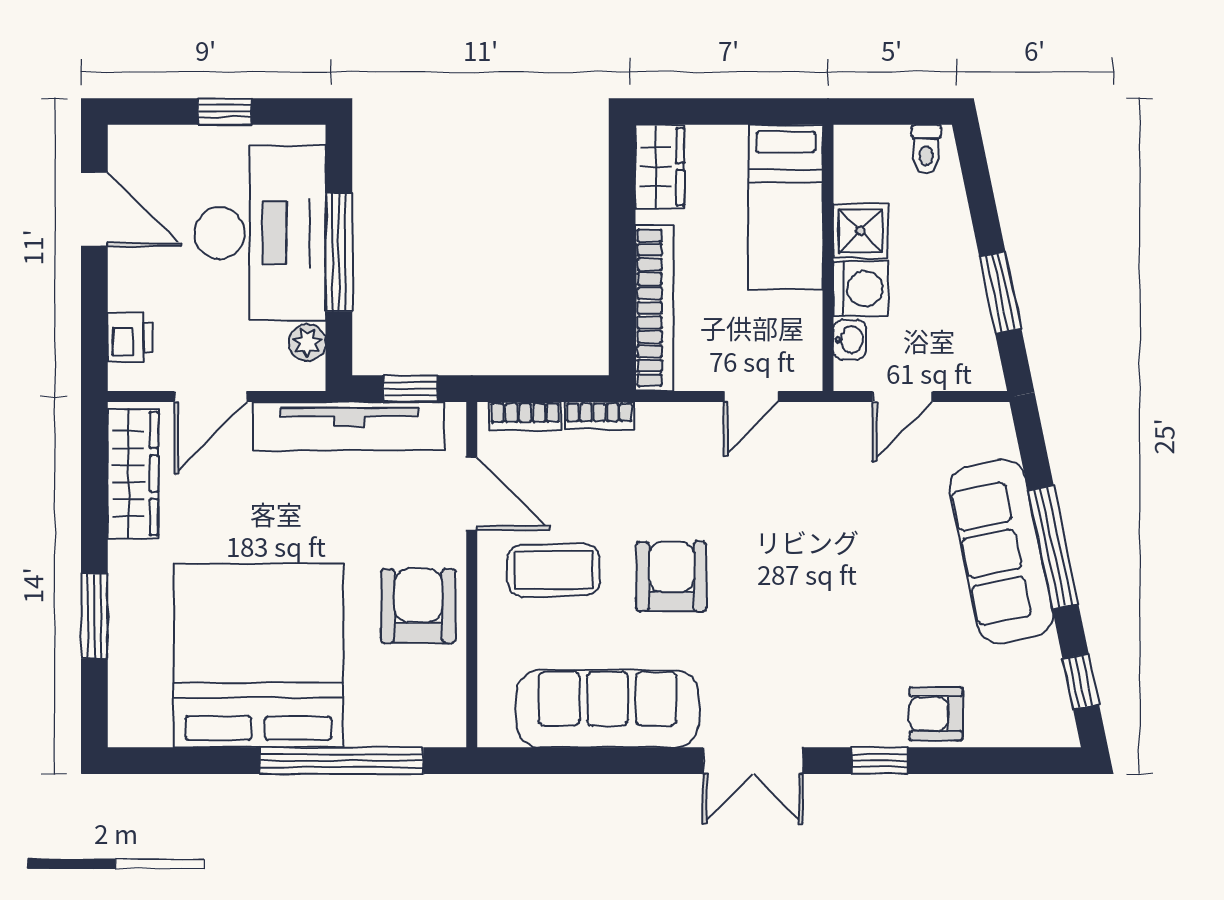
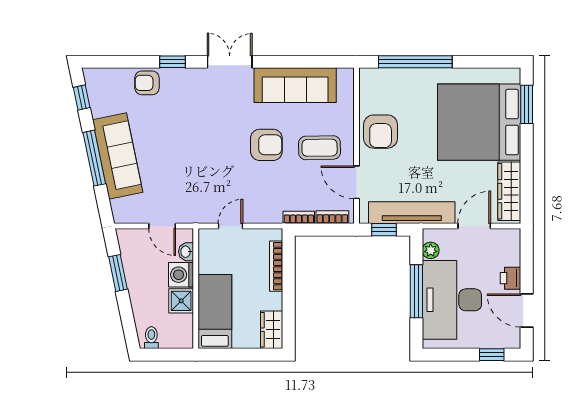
window: (225, 111) -> (492, 355), moved
bookcase: (654, 308) -> (276, 266), width x0.68, depth x0.76
printer: (130, 337) -> (511, 278), moved
door: (903, 396) -> (162, 226), swing flipped
armchair: (671, 577) -> (266, 145), turned -90
window: (94, 616) -> (527, 104), moved
bed: (258, 655) -> (479, 122), moved, turned 90
armchair: (936, 714) -> (147, 83), turned 180

